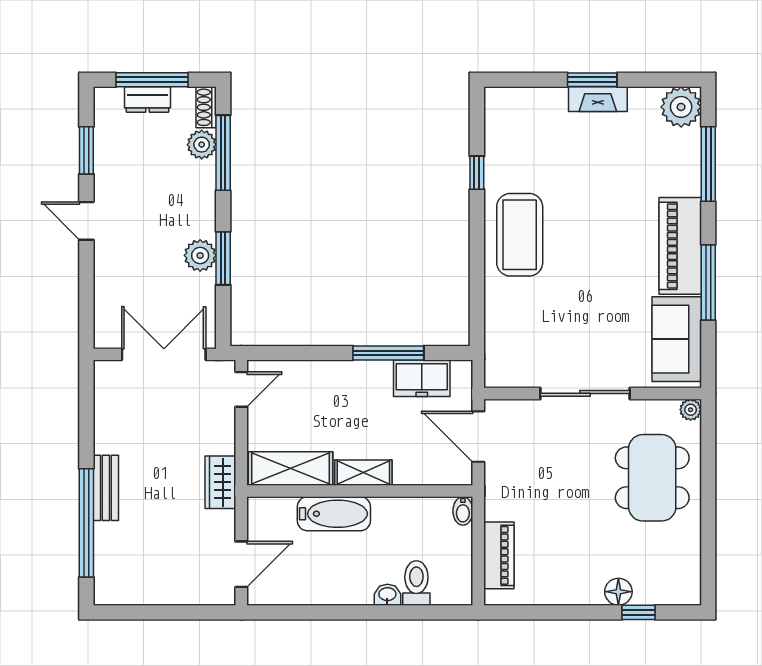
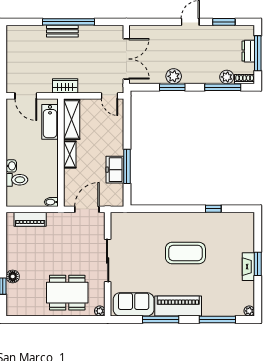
plant: (681, 107) -> (249, 311), width x0.53, depth x0.53
coffee table: (520, 235) -> (185, 253), moved
freezer: (422, 378) -> (115, 170), moved
bathtub: (334, 514) -> (50, 122), moved
window: (86, 523) -> (69, 22), moved

